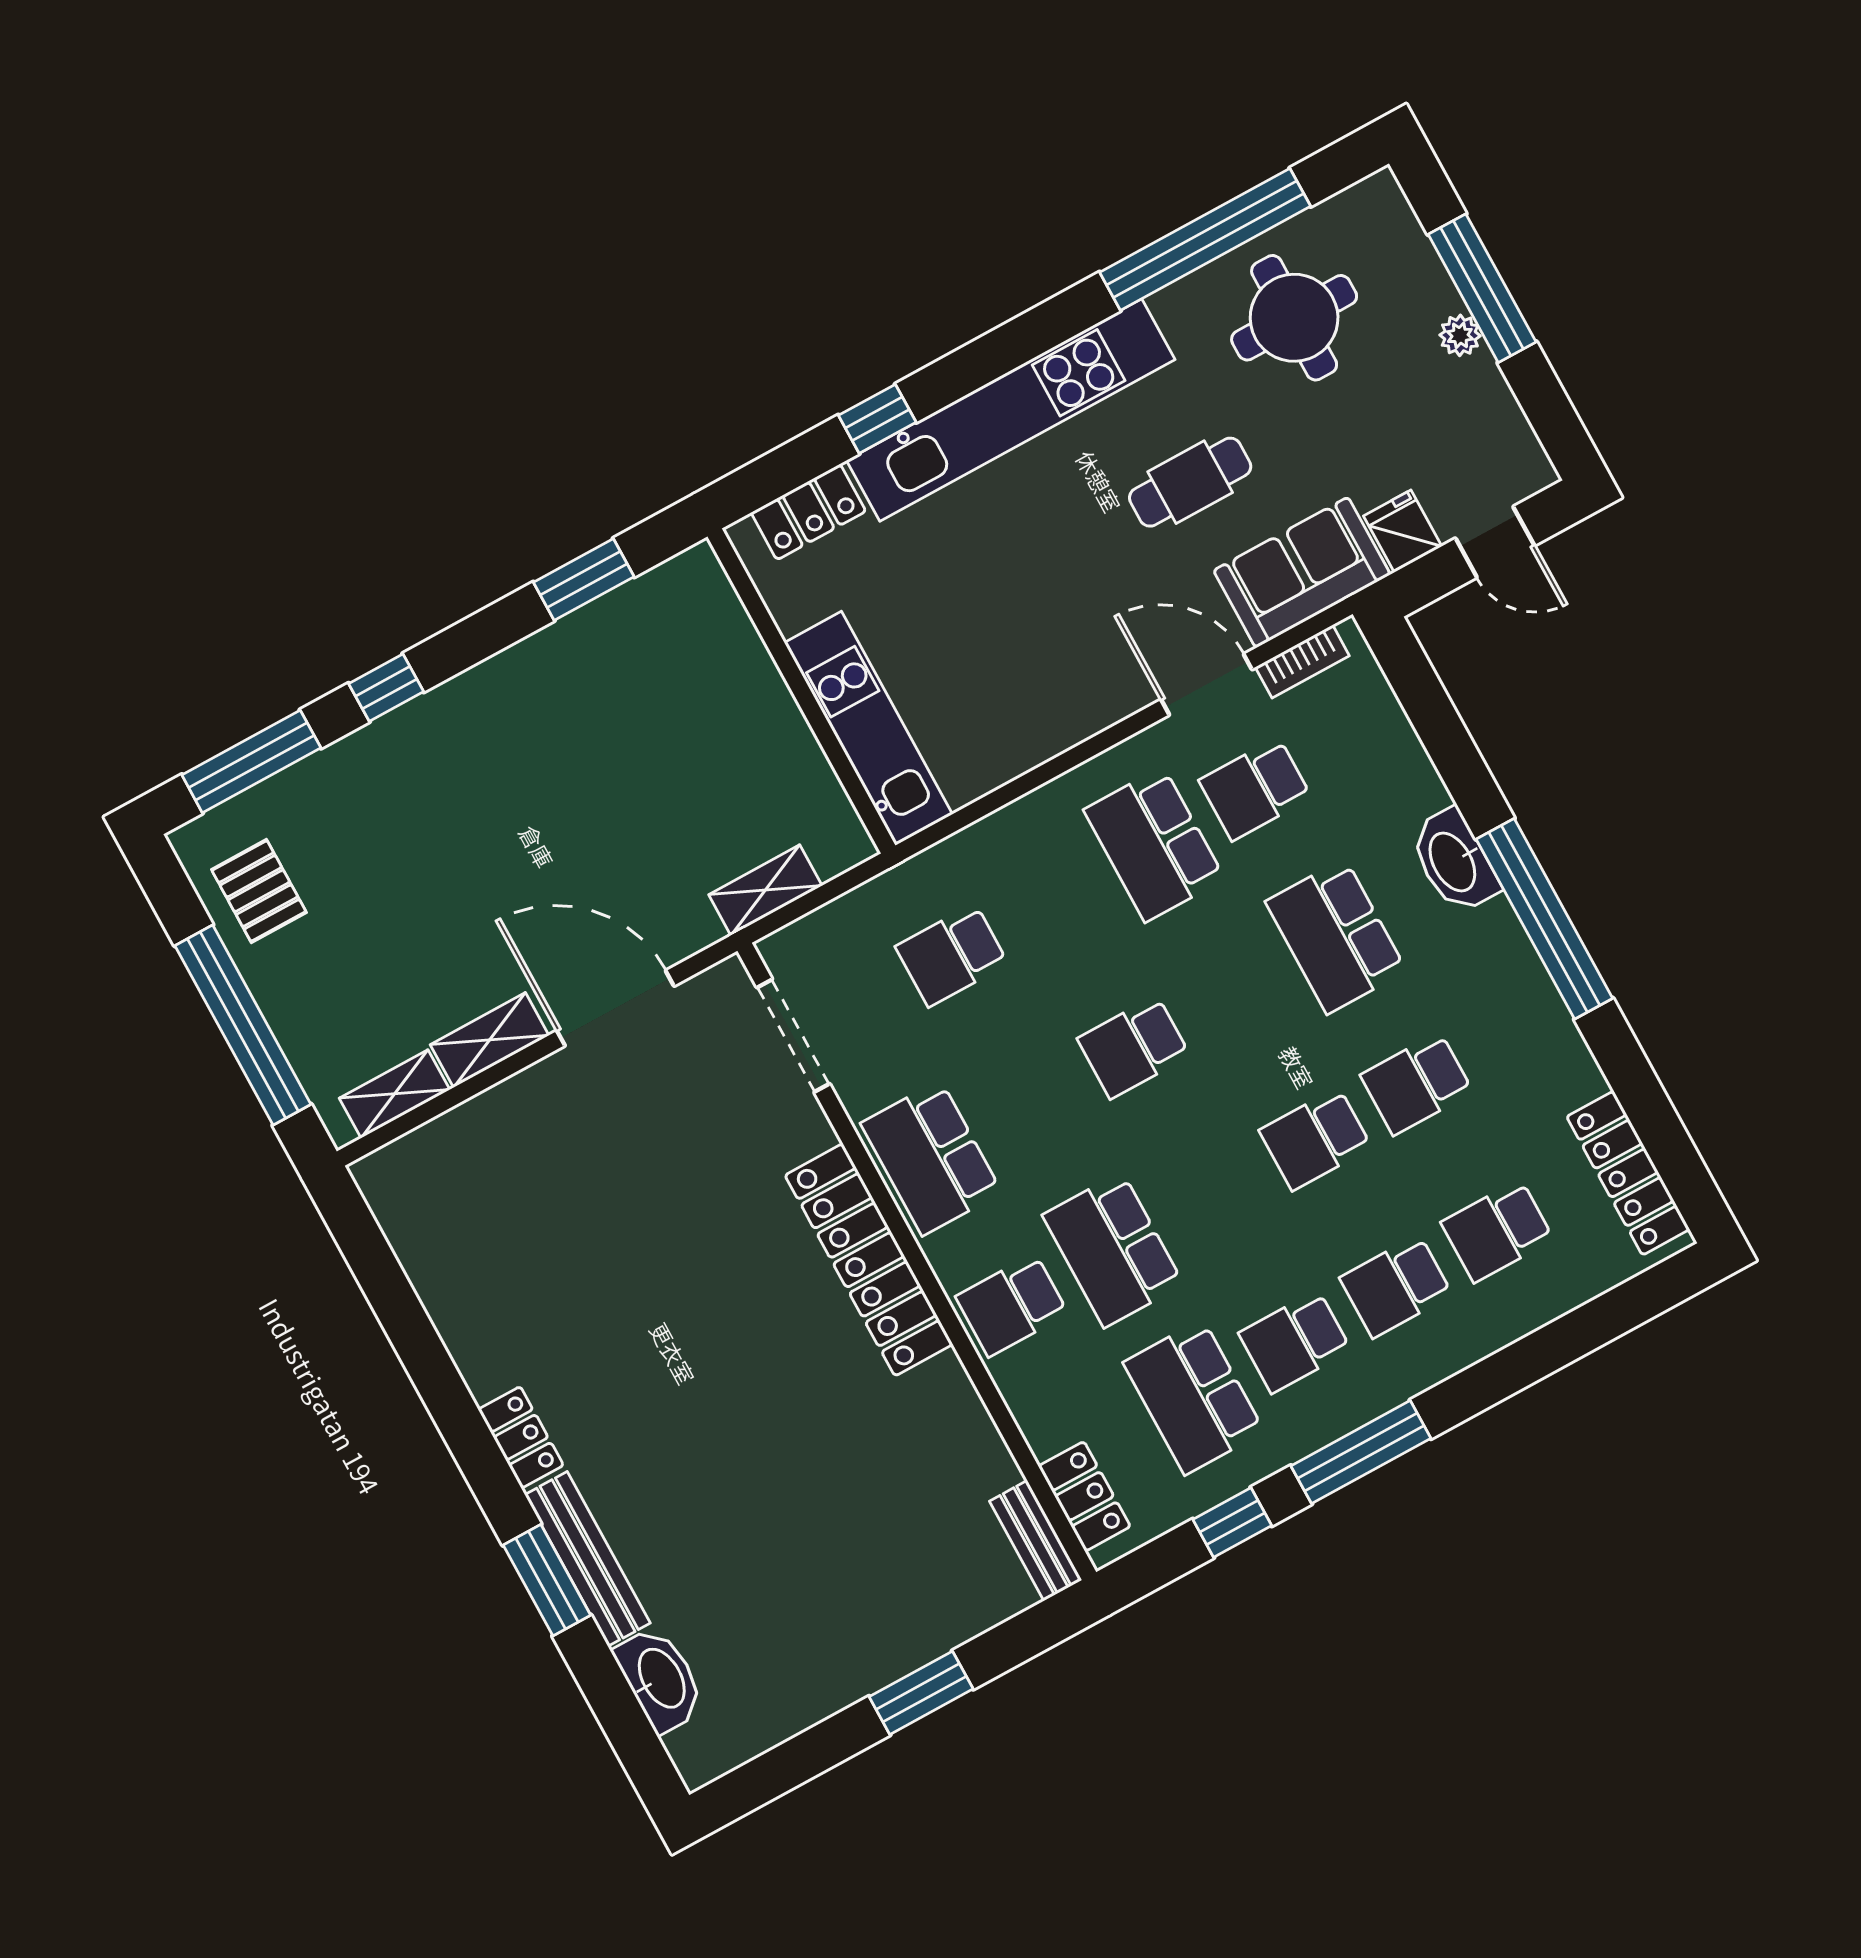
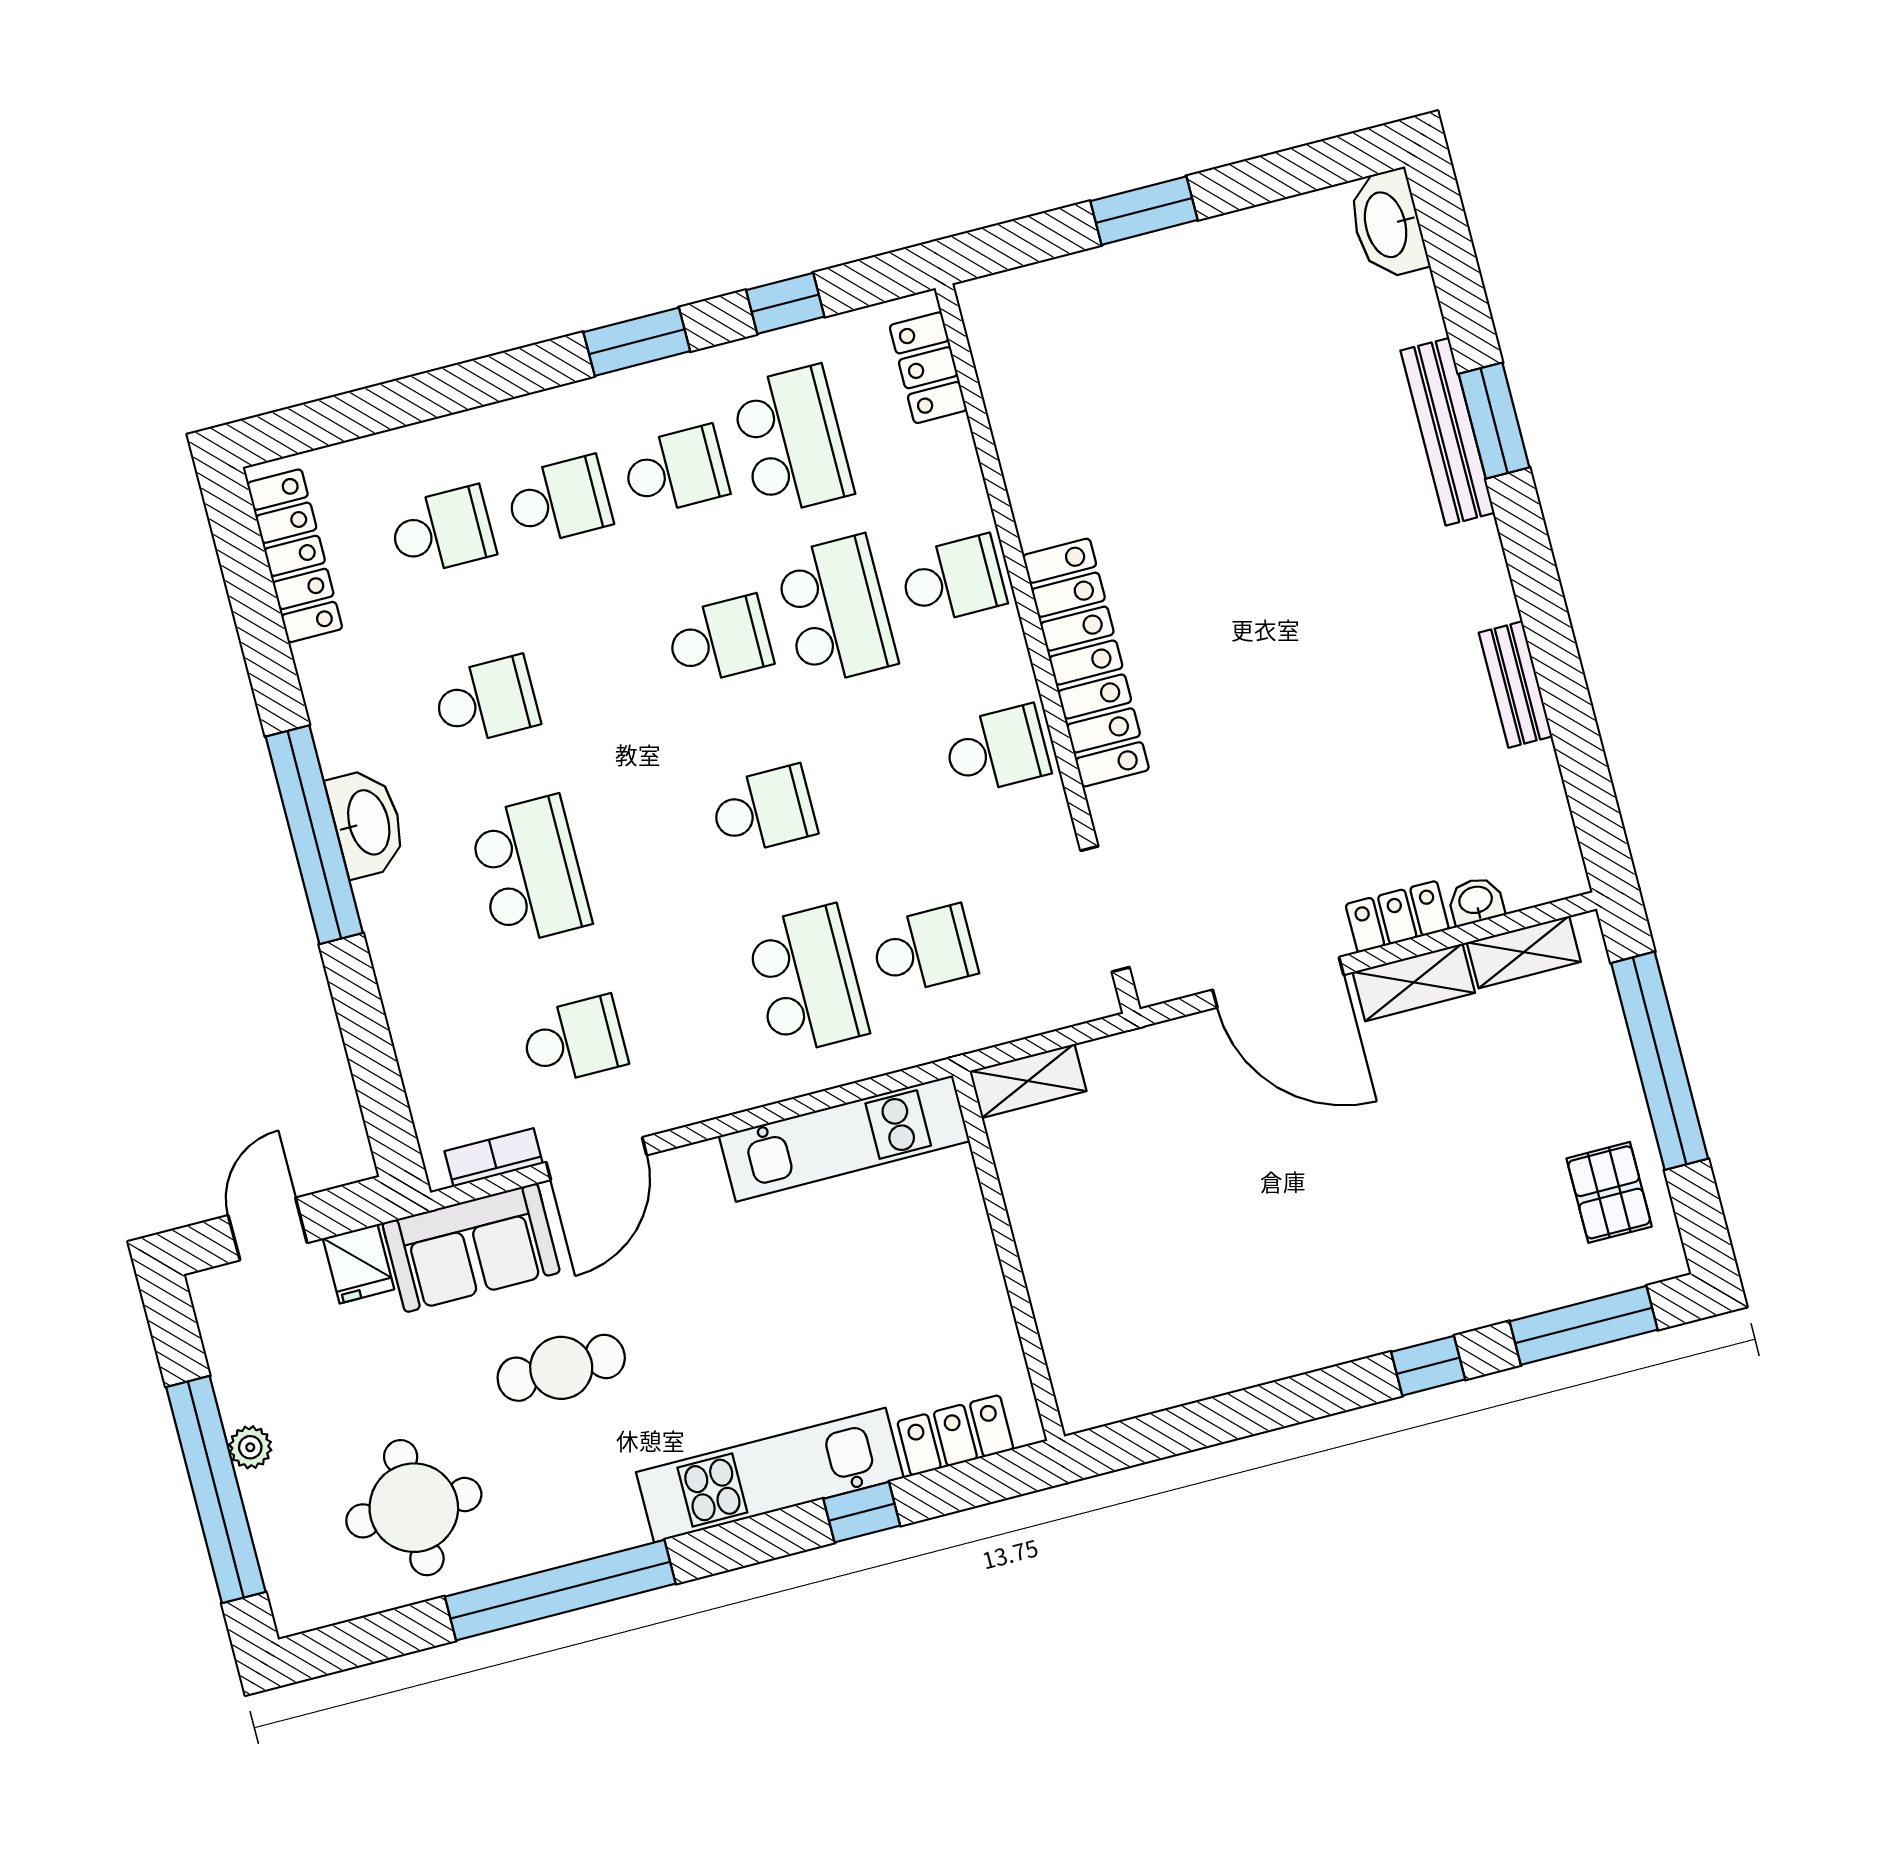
window: (1205, 239) -> (560, 1590), moved
window: (1482, 288) -> (216, 1489), width x1.46
kitchen unit: (1011, 410) -> (770, 1475), width x0.73
door: (1495, 542) -> (268, 1229), hinge flipped
window: (584, 579) -> (1200, 1425), removed
door: (1206, 685) -> (596, 1159), hinge flipped
kitchen unit: (868, 728) -> (844, 1138), moved, turned -90
school desk: (1154, 844) -> (807, 980), moved
washbasin: (1454, 861) -> (367, 823), moved
shelving: (765, 890) -> (1028, 1081), moved
washbasin: (451, 1130) -> (1476, 901), added
school desk: (1315, 1139) -> (719, 640), moved
school desk: (931, 1158) -> (997, 750), width x0.54
locker: (521, 1437) -> (1397, 917), moved, turned 90
window: (1361, 1452) -> (637, 342), width x0.69
bench: (1036, 1541) -> (1516, 684), moved
washbasin: (660, 1679) -> (1387, 224), moved

